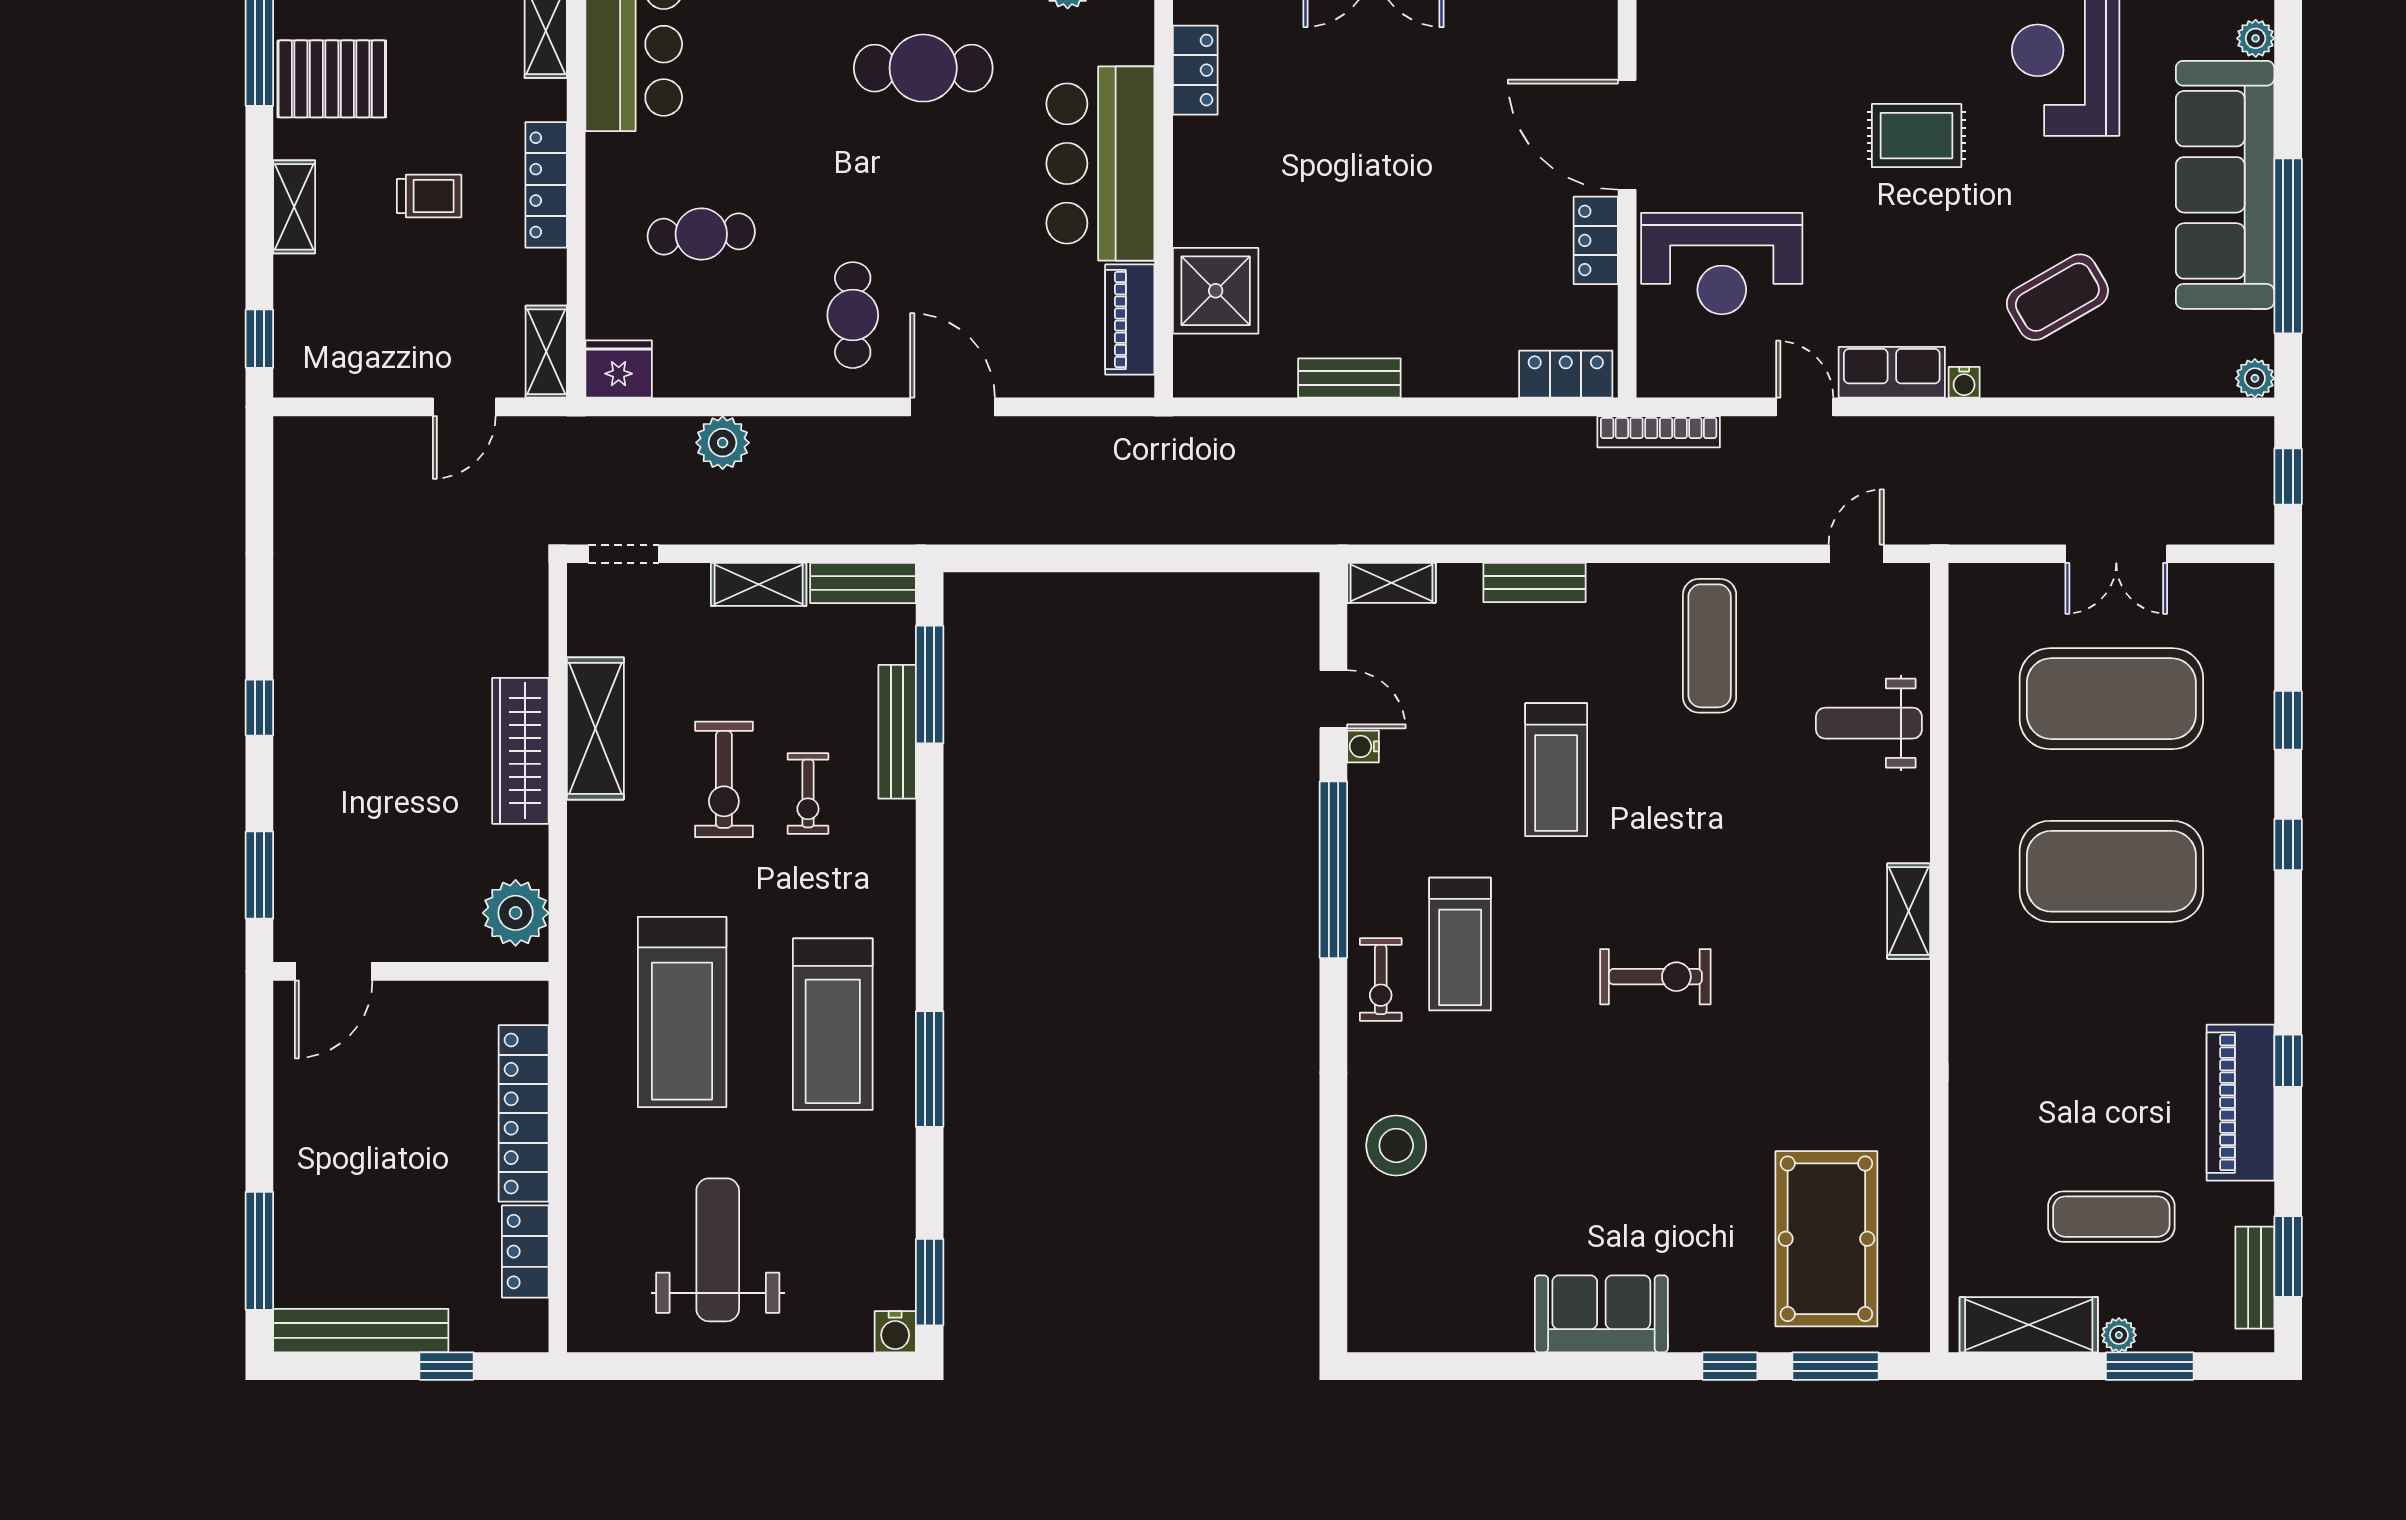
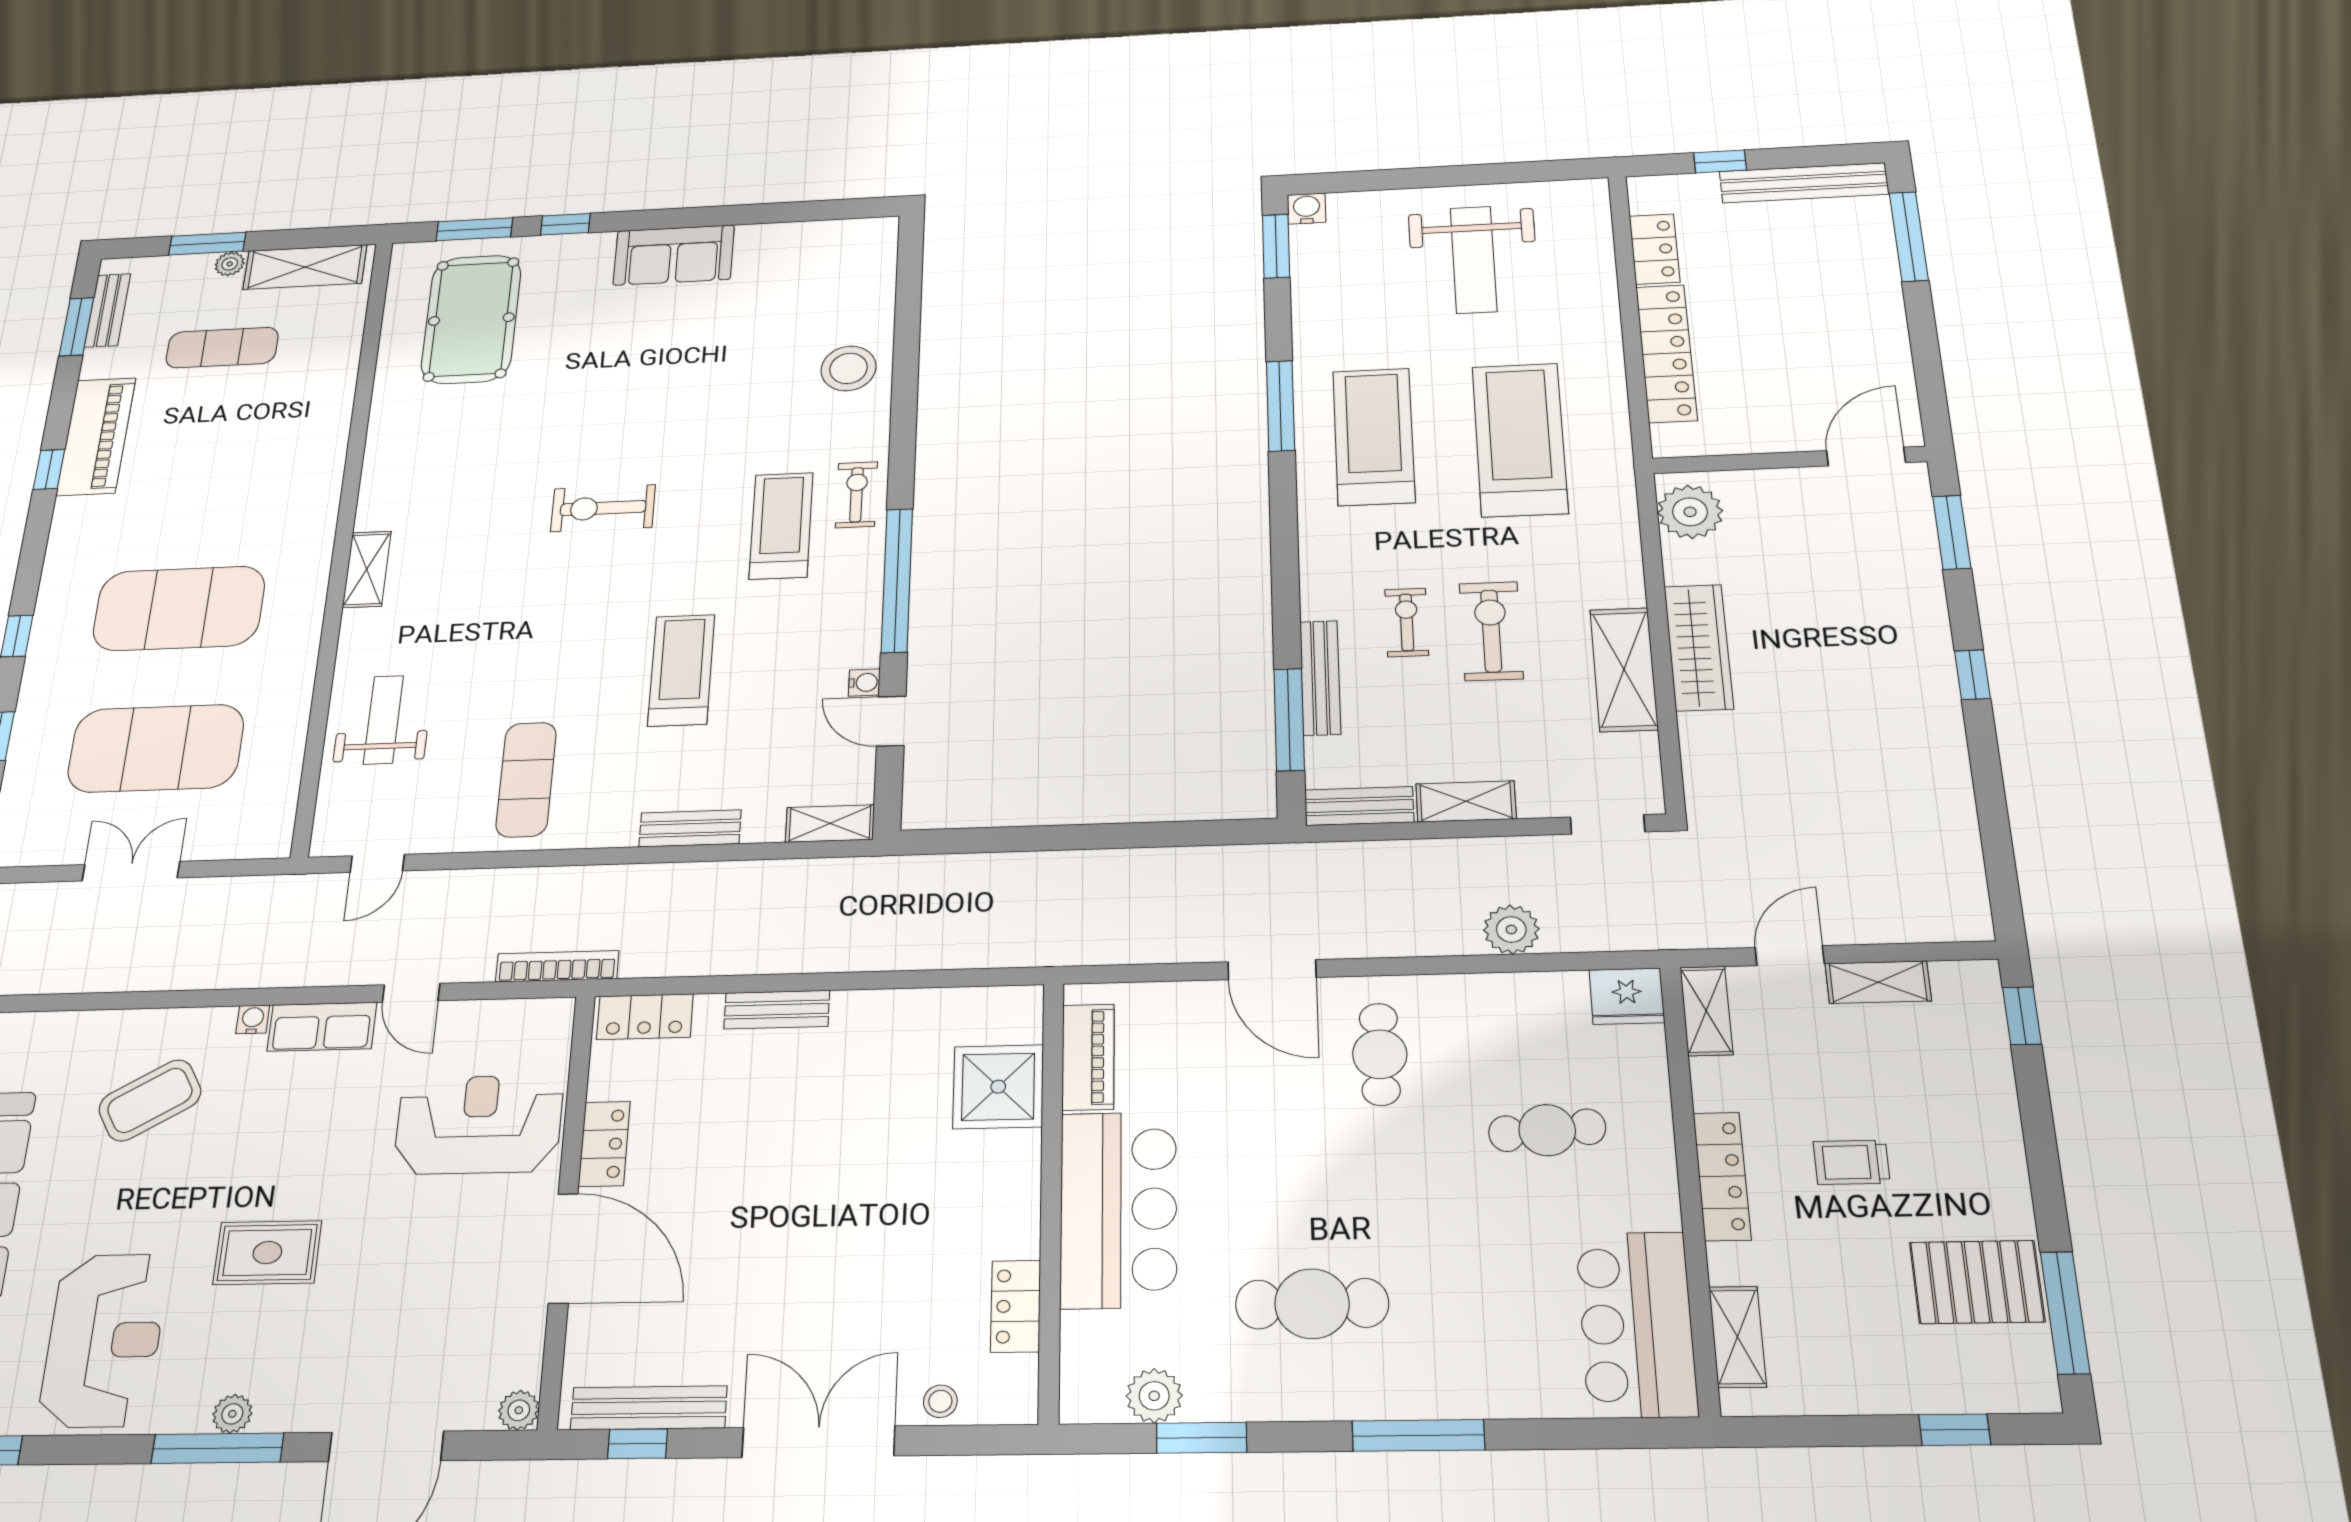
shelving: (294, 207) -> (1878, 982), moved, turned 90
bench: (1349, 378) -> (777, 1010), moved
weight bench: (1869, 723) -> (383, 720), turned -90

